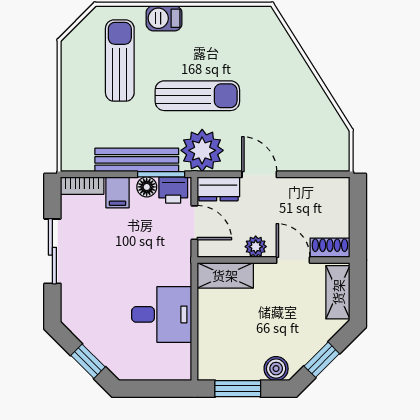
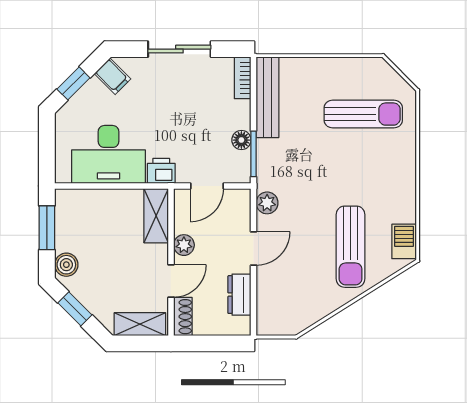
barbecue: (164, 18) -> (404, 241), moved
sun lounger: (197, 96) -> (351, 247), moved
plant: (202, 150) -> (267, 203), width x0.53, depth x0.53
bench: (137, 160) -> (267, 97), moved
dresser: (218, 189) -> (239, 295), moved
printer: (173, 190) -> (161, 171), moved, turned 90
filing cabinet: (118, 192) -> (113, 76), moved, turned -135
desk: (162, 314) -> (108, 154), width x1.37

